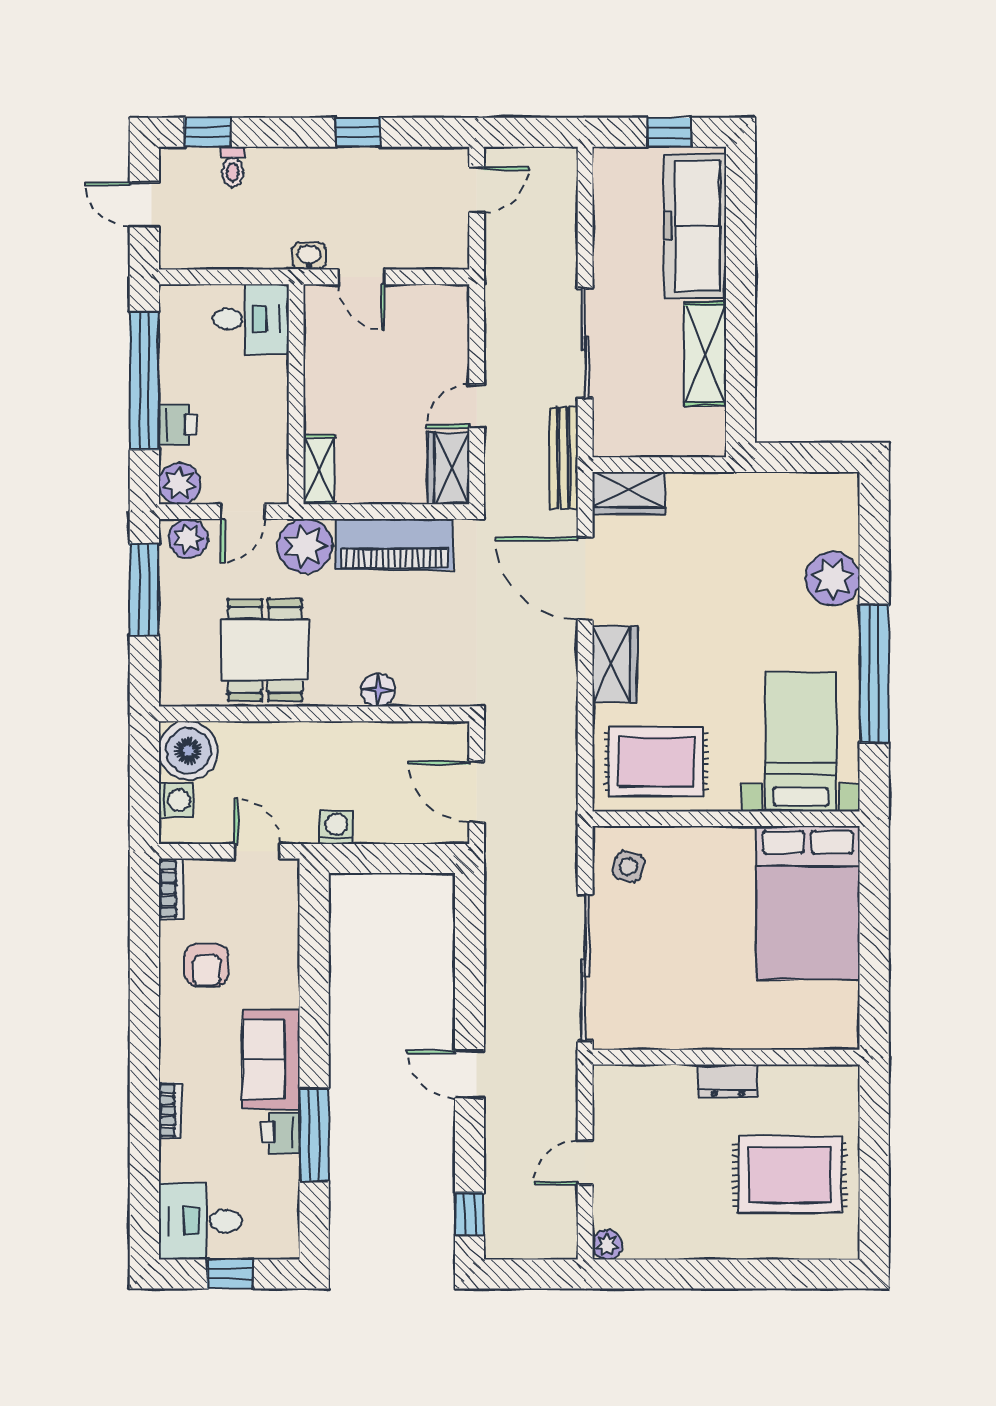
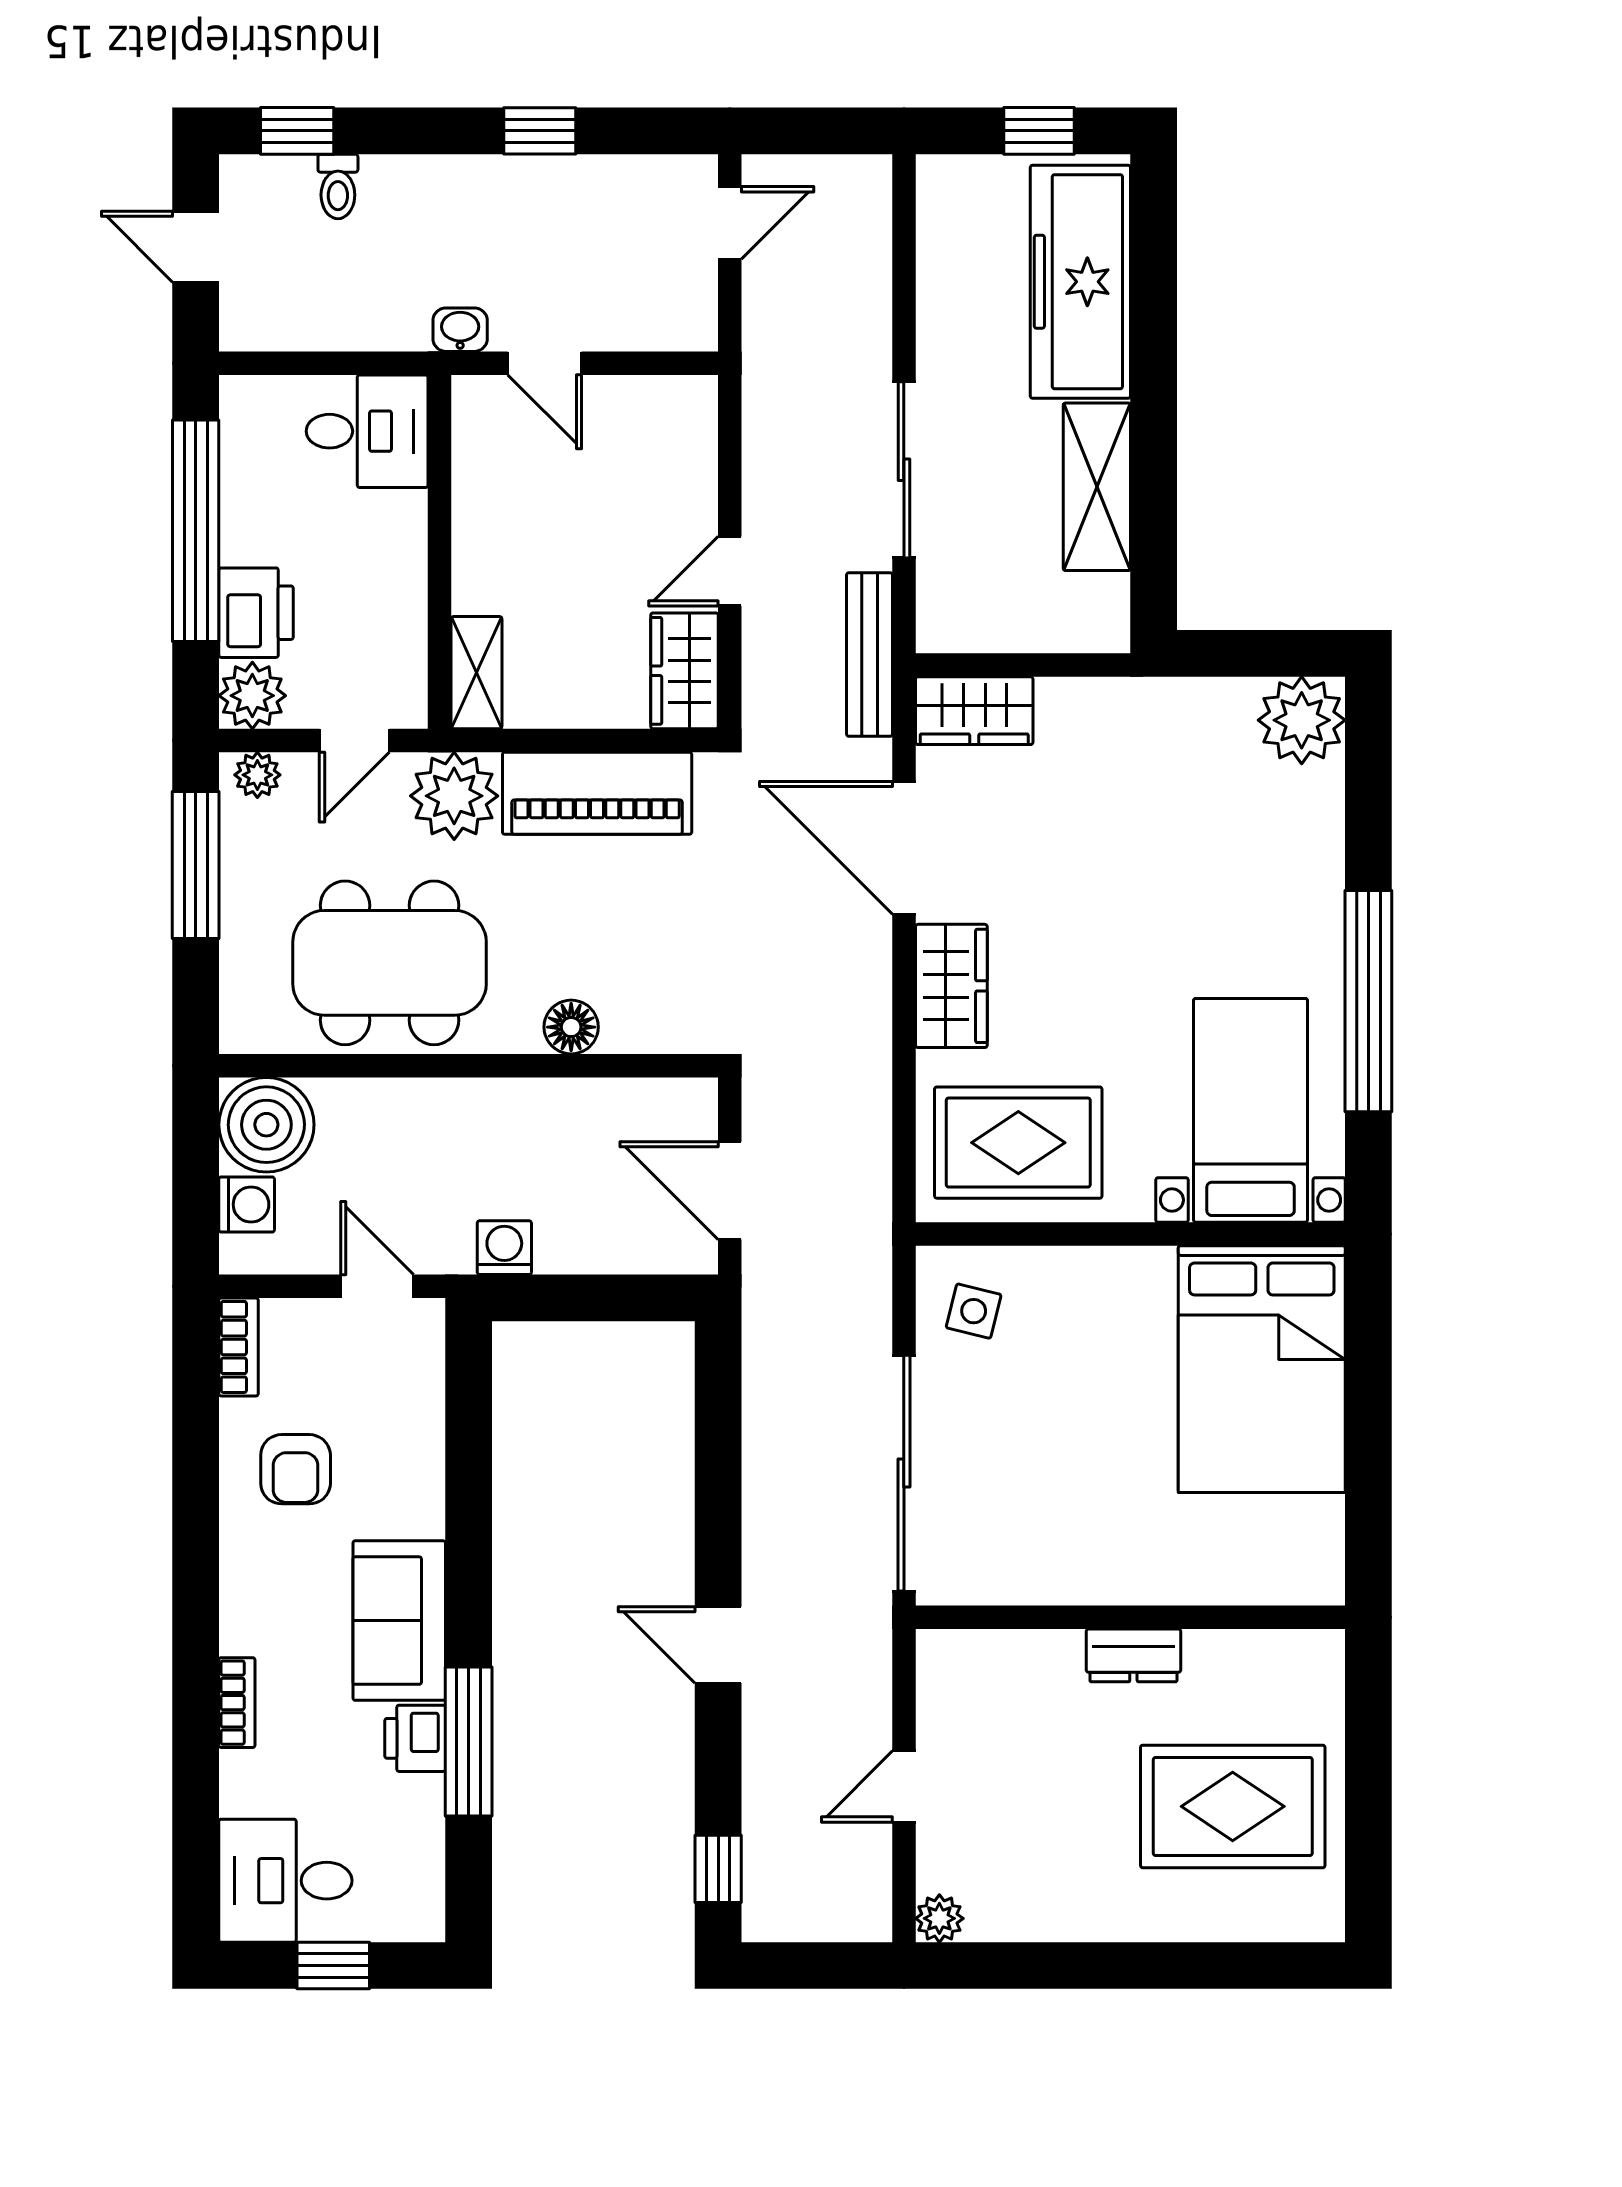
printer: (177, 425) -> (256, 613), width x1.36, depth x1.24
plant: (188, 538) -> (257, 775), width x0.73, depth x0.73
plant: (833, 579) -> (1302, 720), moved
dining table: (265, 650) -> (390, 963), width x1.38

